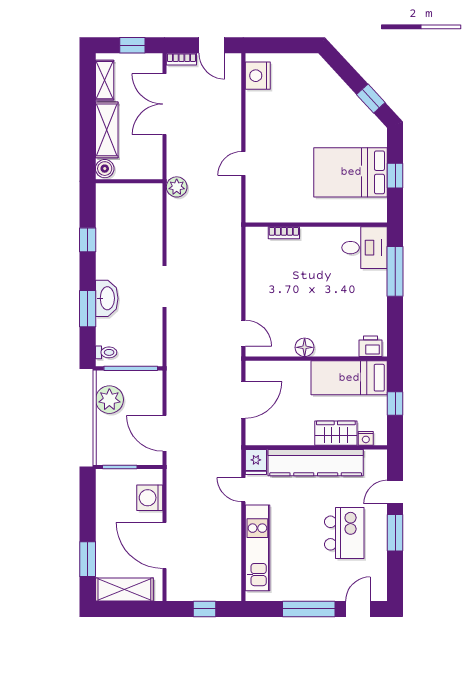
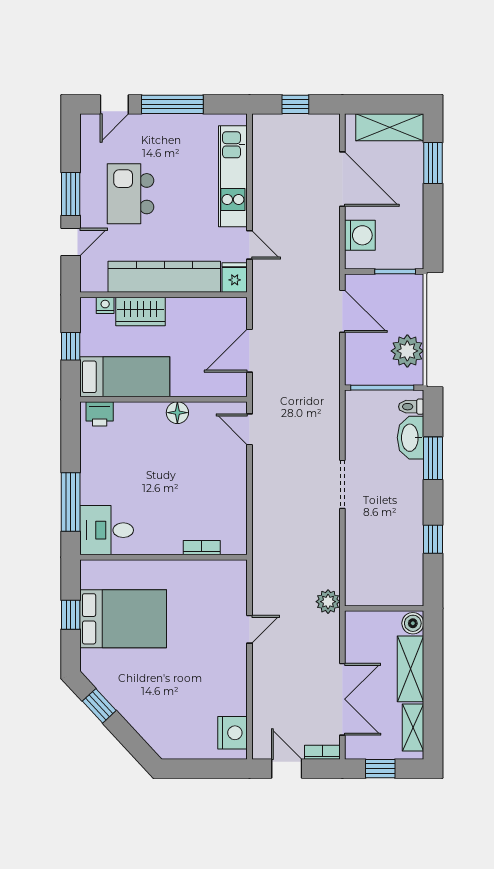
washbasin: (107, 298) -> (411, 438), moved

